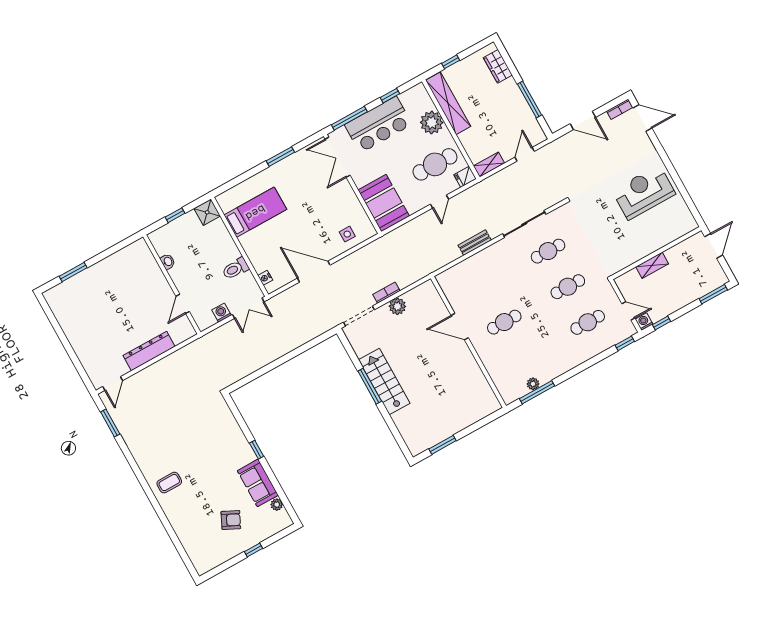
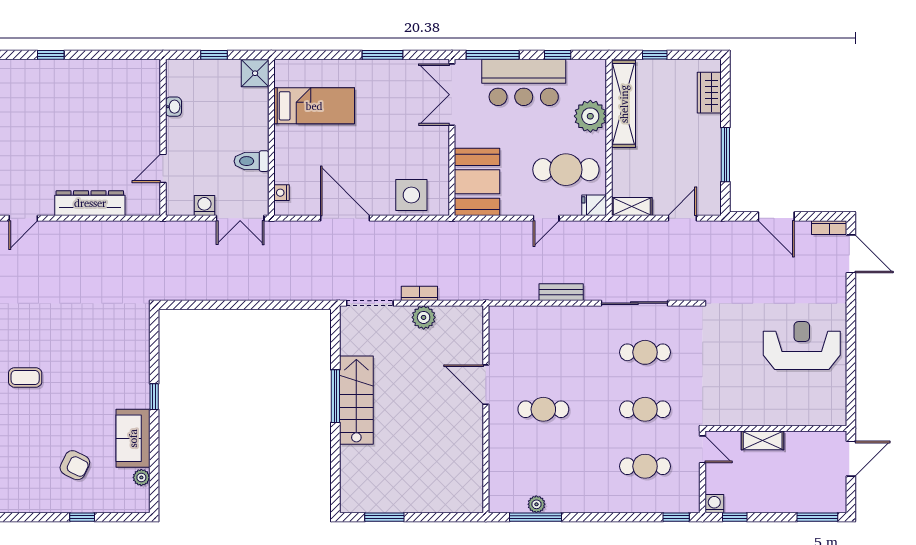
side table: (347, 234) -> (411, 195), width x1.87, depth x1.87
window: (73, 272) -> (51, 55), width x0.67
door: (628, 311) -> (703, 449), moved

